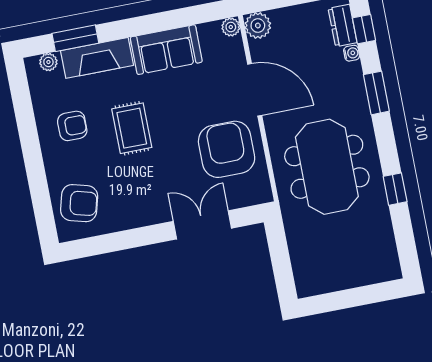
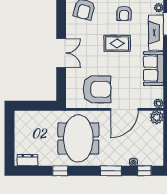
dresser: (343, 26) -> (27, 160), moved
meeting table: (327, 167) -> (78, 138), turned 90
double door: (202, 225) -> (61, 53), moved

